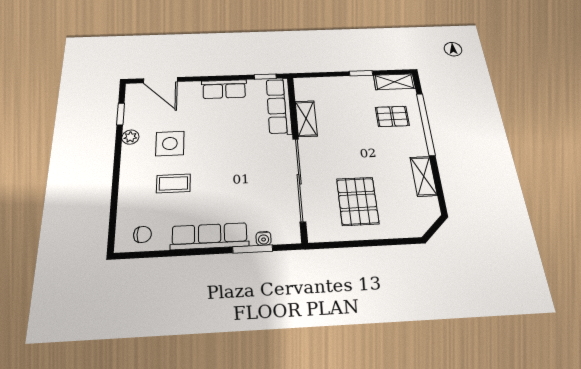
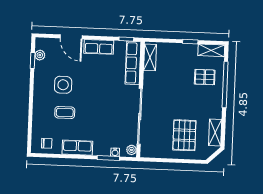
door: (160, 80) -> (71, 37), moved
shelving: (306, 119) -> (150, 57), moved
plant: (130, 137) -> (40, 55), moved
shelving: (424, 176) -> (215, 133), moved
pallet: (358, 201) -> (184, 135), moved
plant: (292, 232) -> (131, 150), added
row of seats: (210, 236) -> (77, 148), width x0.68

